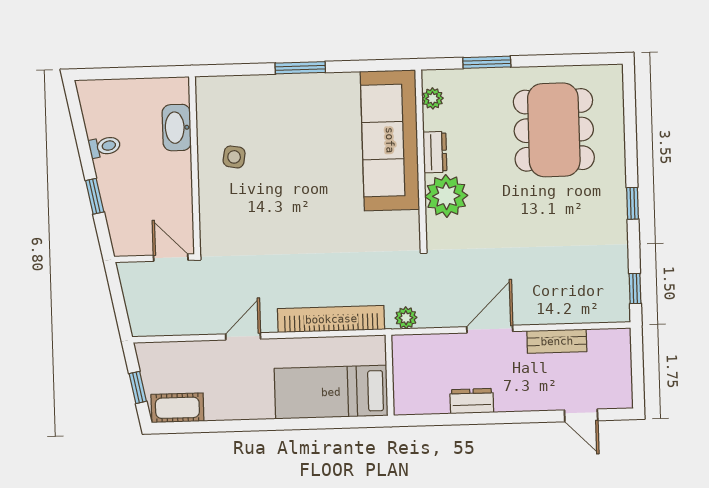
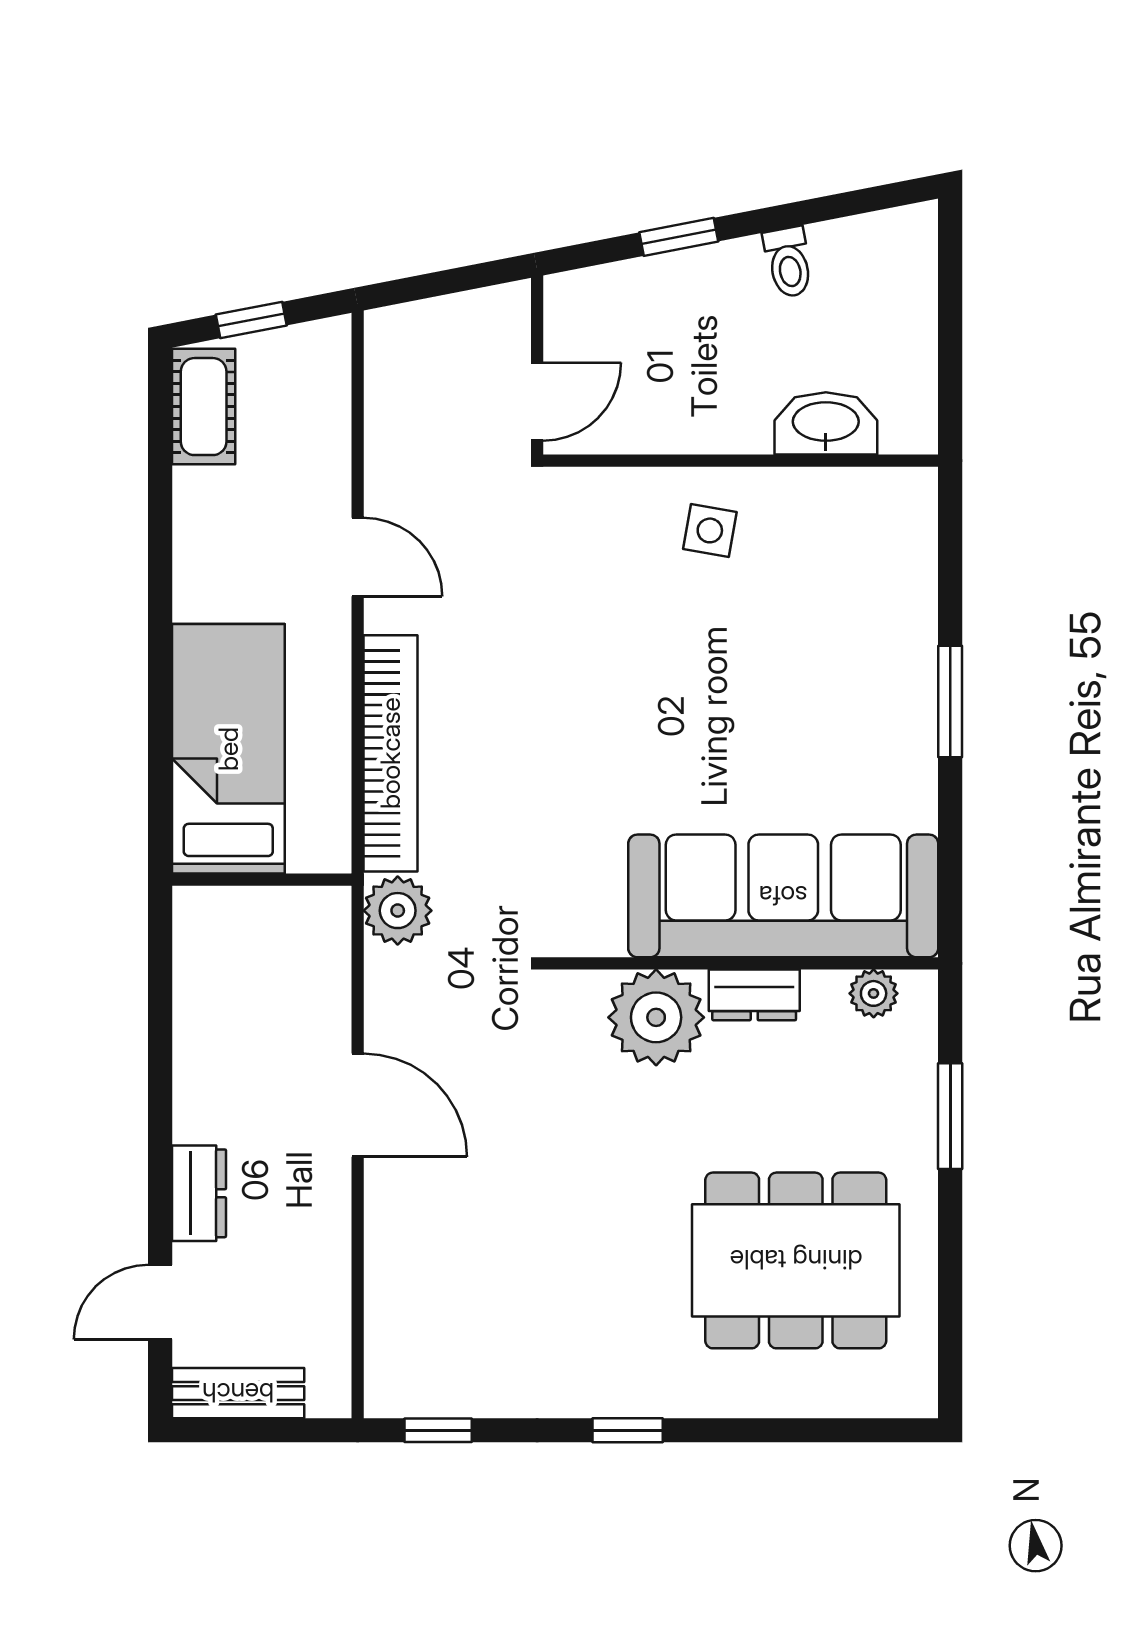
side table: (234, 157) -> (710, 530), moved
plant: (406, 318) -> (398, 911), width x1.38, depth x1.38
bench: (557, 341) -> (238, 1393), moved, turned 90
dresser: (472, 401) -> (199, 1193), moved

